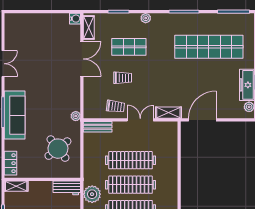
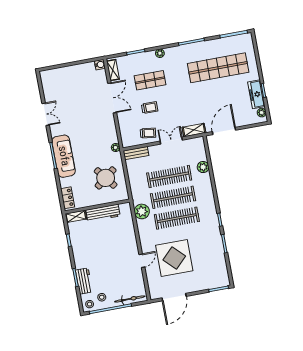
plant: (171, 157) -> (203, 167), added
workbench: (67, 188) -> (103, 213), moved, width x1.38

